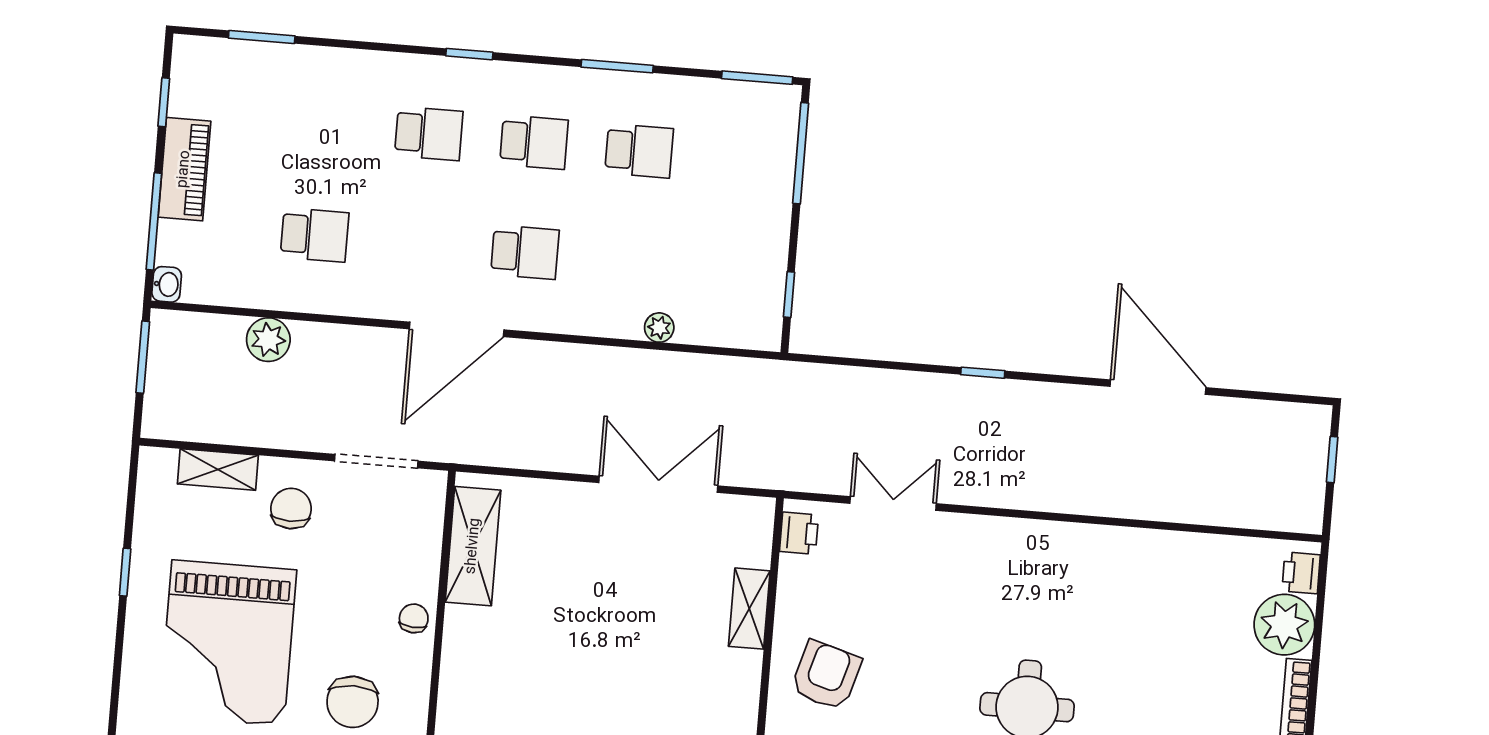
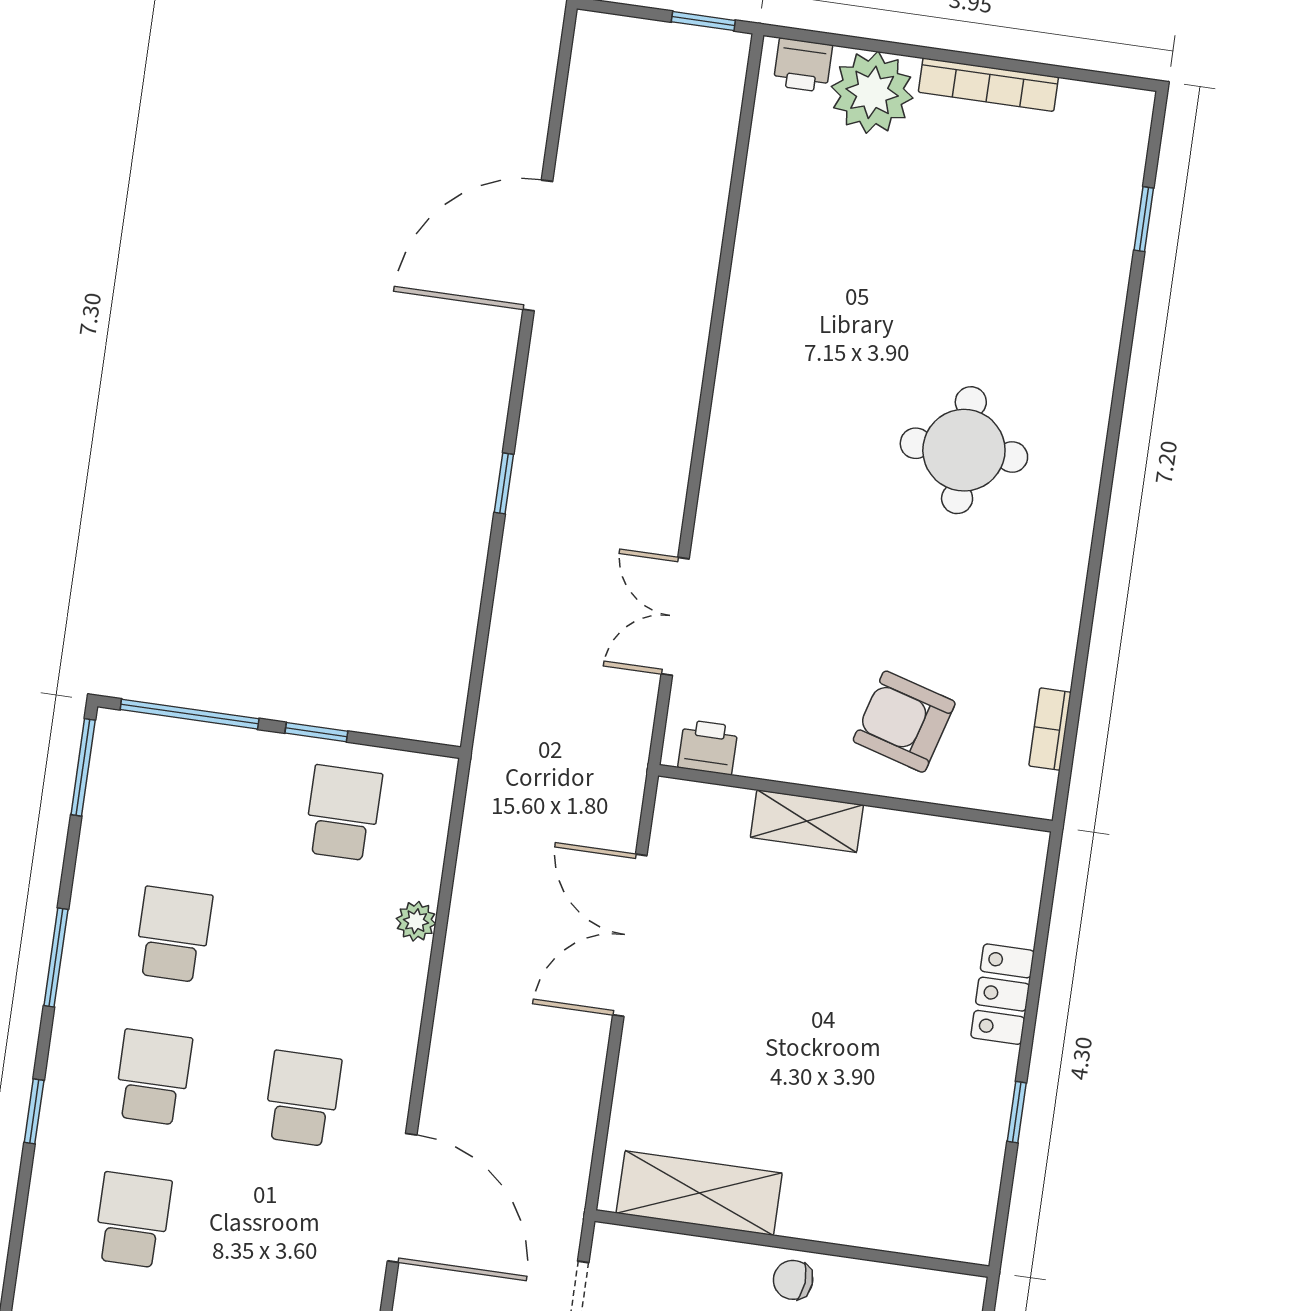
window: (469, 54) -> (34, 1111), moved
school desk: (735, 270) -> (343, 813), added
window: (789, 295) -> (316, 732), moved
window: (1332, 460) -> (703, 21), moved

